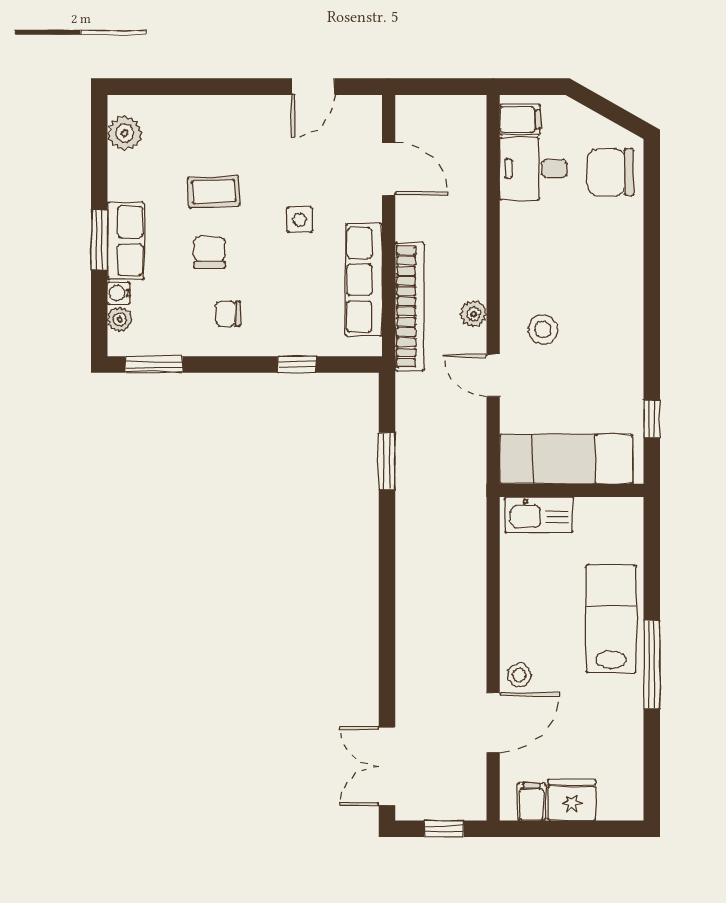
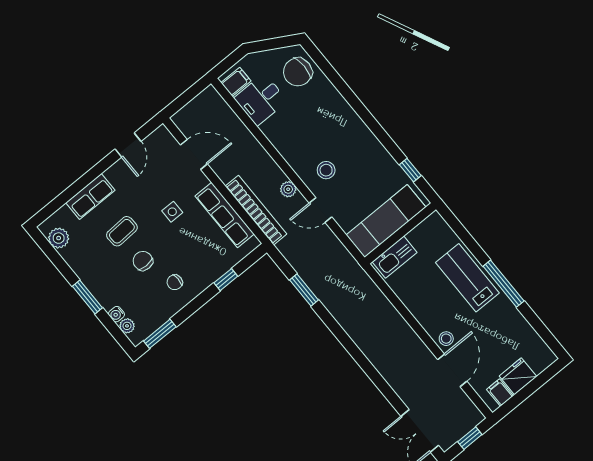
row of seats: (126, 241) -> (90, 197), moved, turned 90

